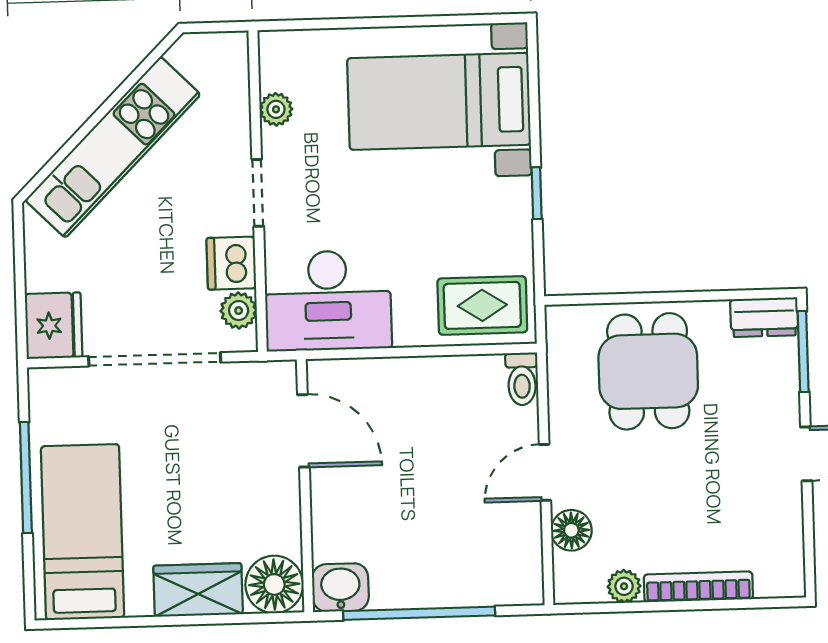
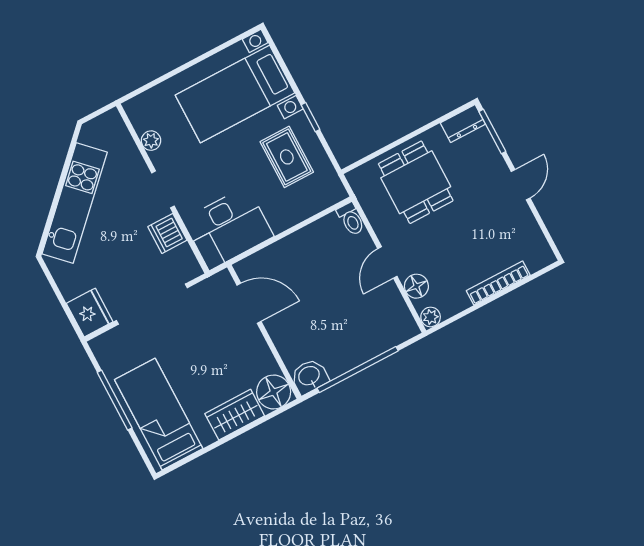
rug: (482, 305) -> (287, 157), moved, turned 90
plant: (239, 311) -> (184, 257), removed
plant: (624, 586) -> (431, 317), moved

